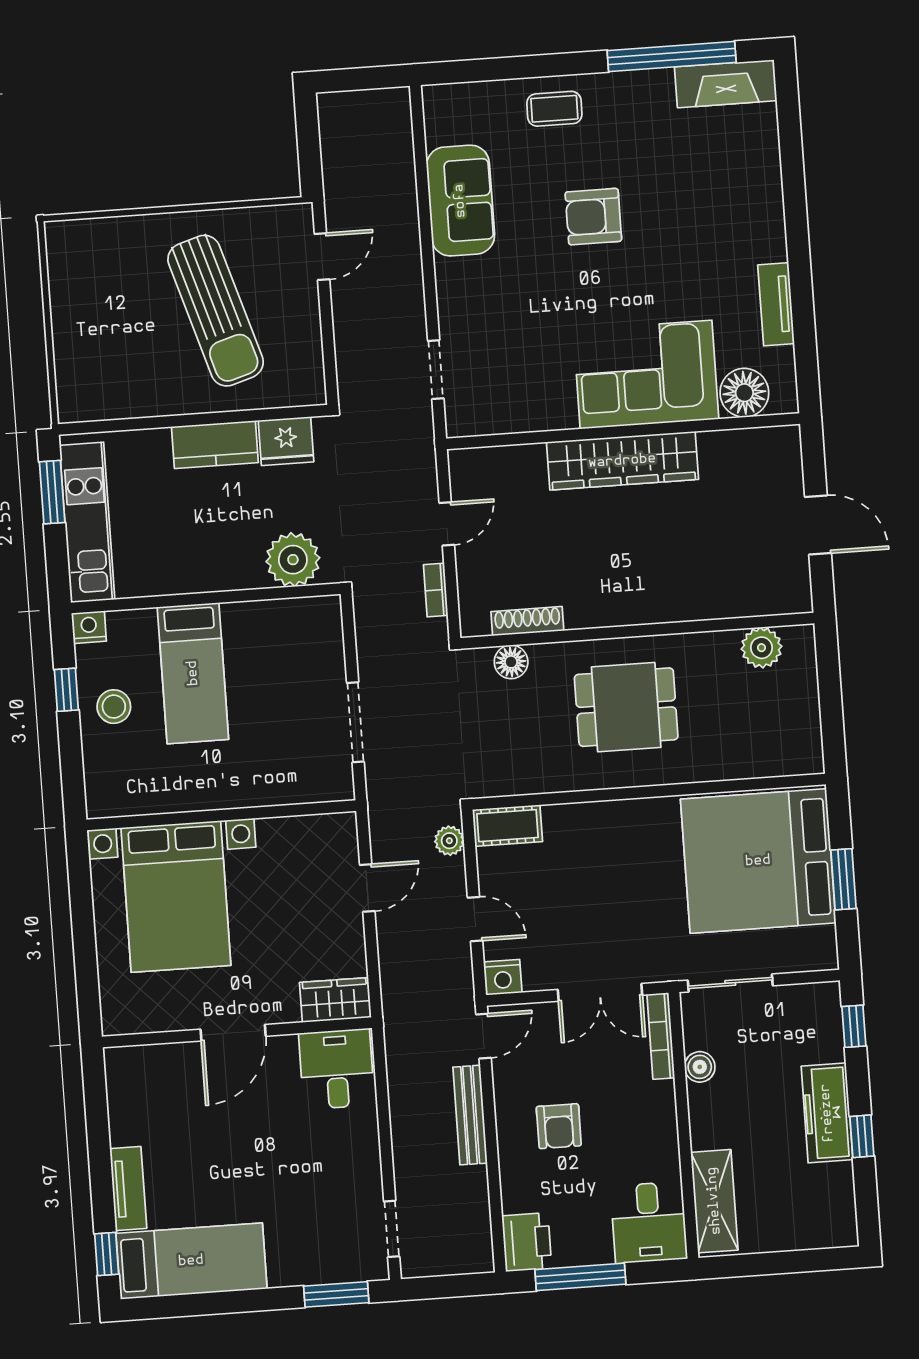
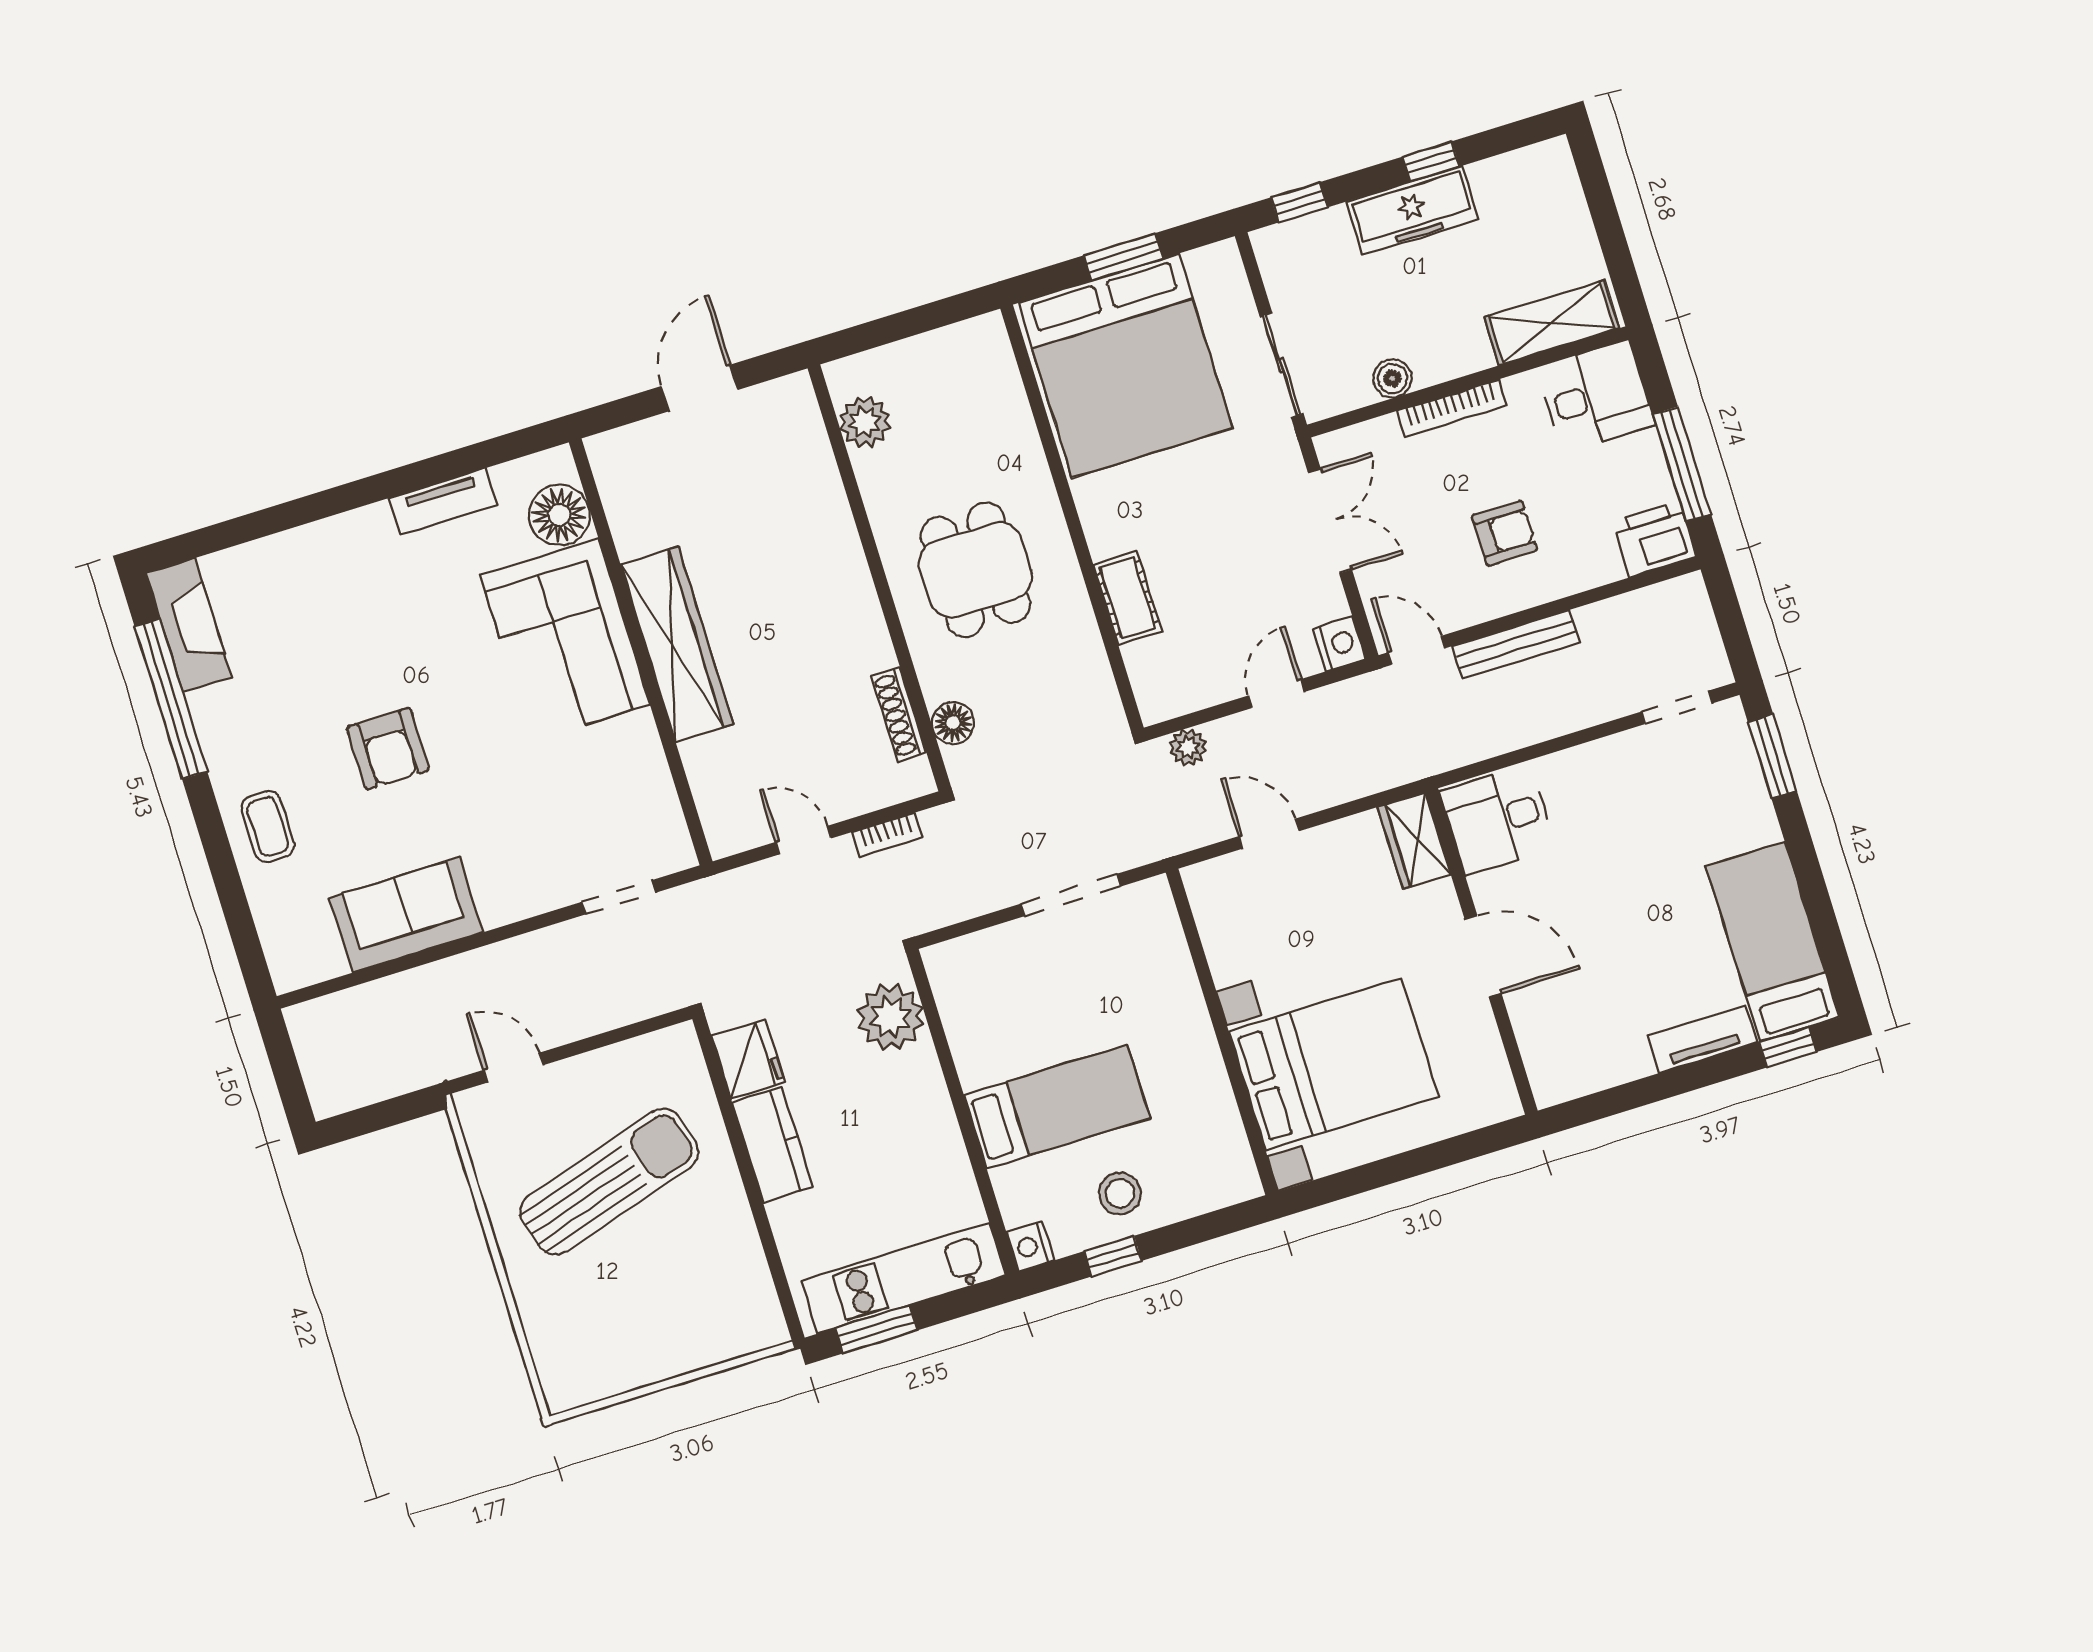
cot: (508, 826) -> (1128, 598), moved
bookcase: (661, 1036) -> (1451, 408), moved

